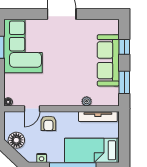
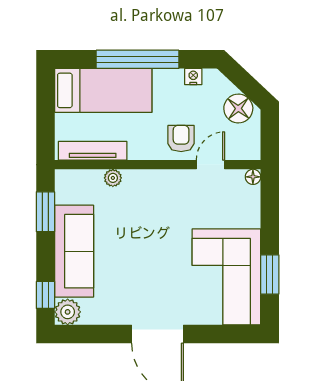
plant: (112, 26) -> (68, 312), added
window: (124, 47) -> (45, 295), moved

